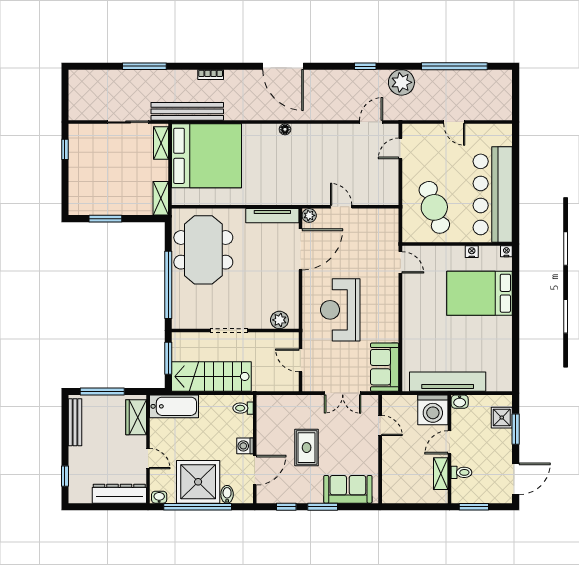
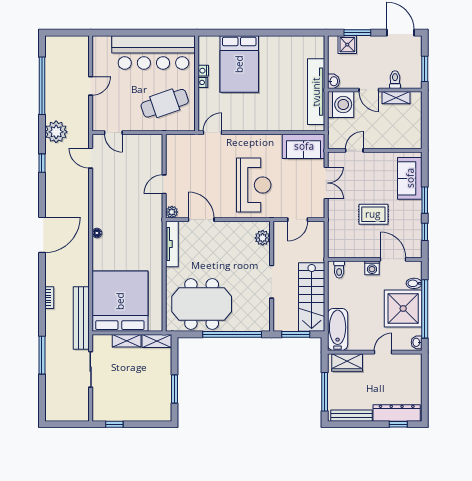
shelving: (161, 143) -> (127, 341), moved
door: (300, 249) -> (201, 220), width x0.73
nightstand: (506, 251) -> (203, 82), moved
reception desk: (340, 310) -> (254, 185), turned -90
dresser: (119, 494) -> (397, 413), moved, turned 90

